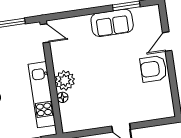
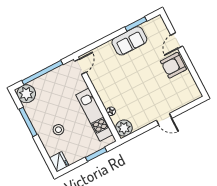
door: (45, 33) -> (80, 67), hinge flipped
plant: (65, 80) -> (124, 128), moved

